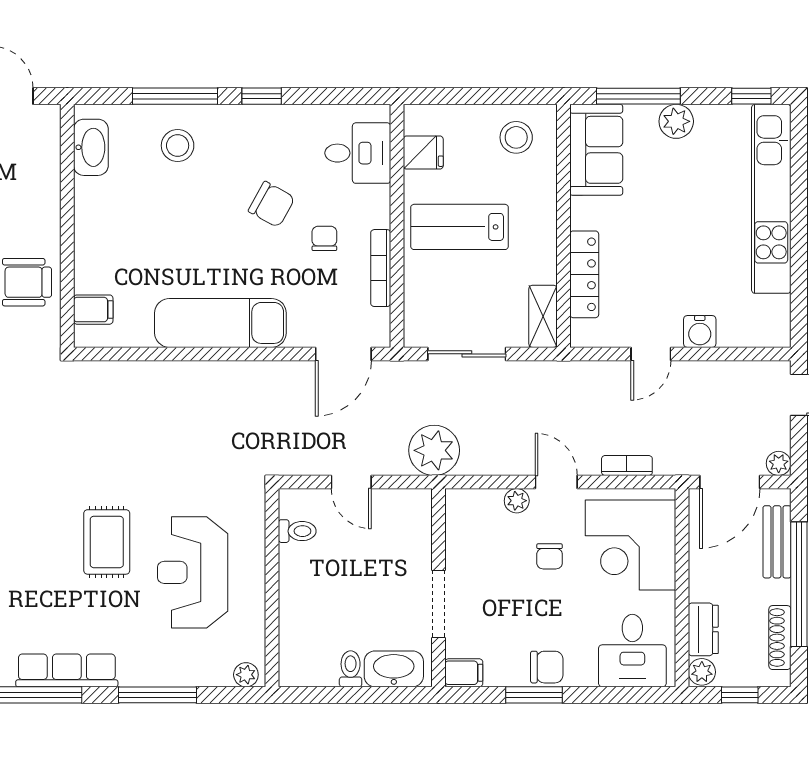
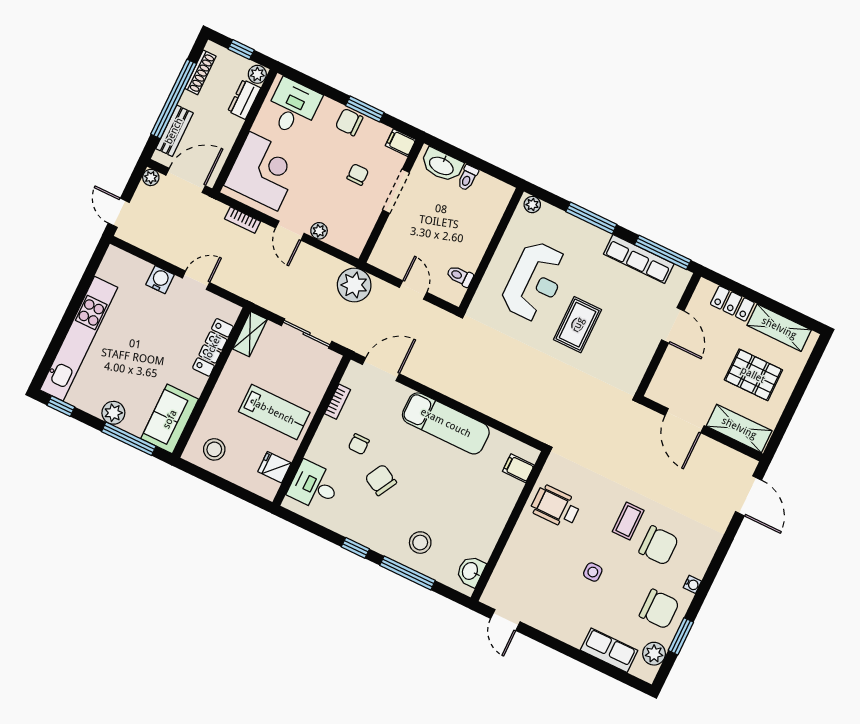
washbasin: (91, 147) -> (471, 571), width x0.72
bookcase: (381, 268) -> (338, 402), width x0.64
chair: (550, 556) -> (358, 175), moved

